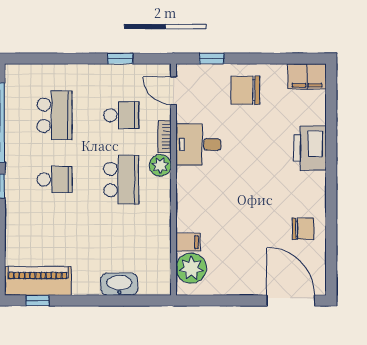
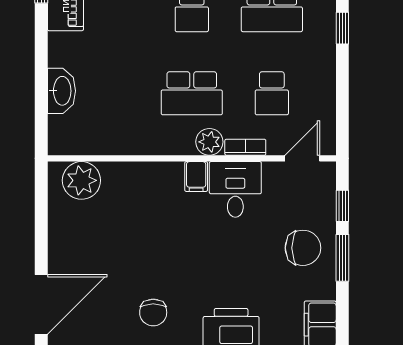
window: (120, 59) -> (342, 28), moved
window: (253, 59) -> (342, 258), added
chair: (245, 90) -> (303, 248), turned 90
chair: (303, 229) -> (153, 312), moved
filing cabinet: (188, 242) -> (196, 177), moved

